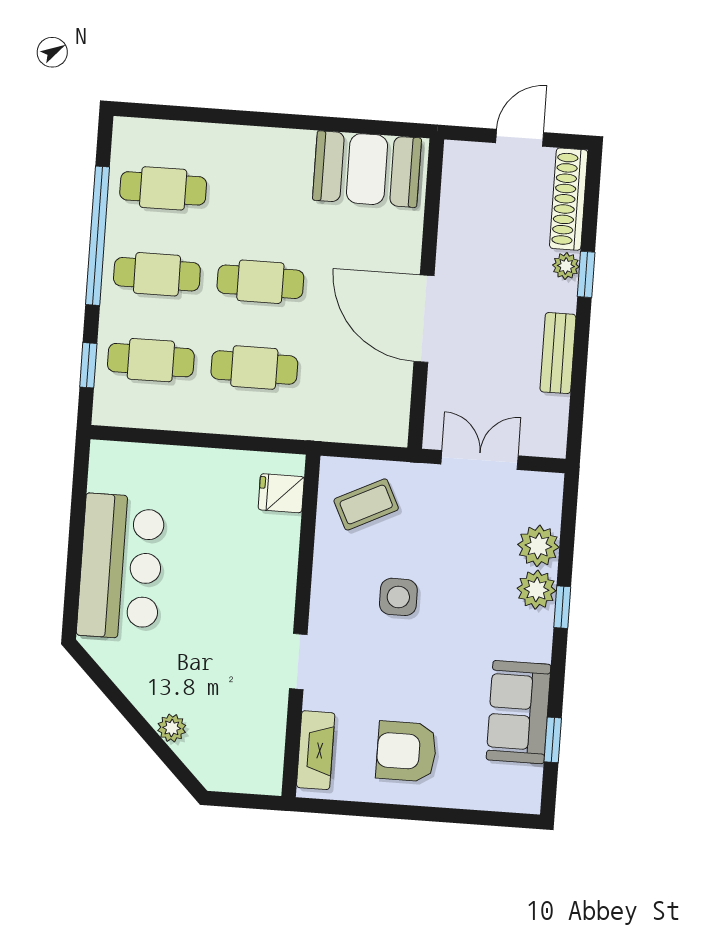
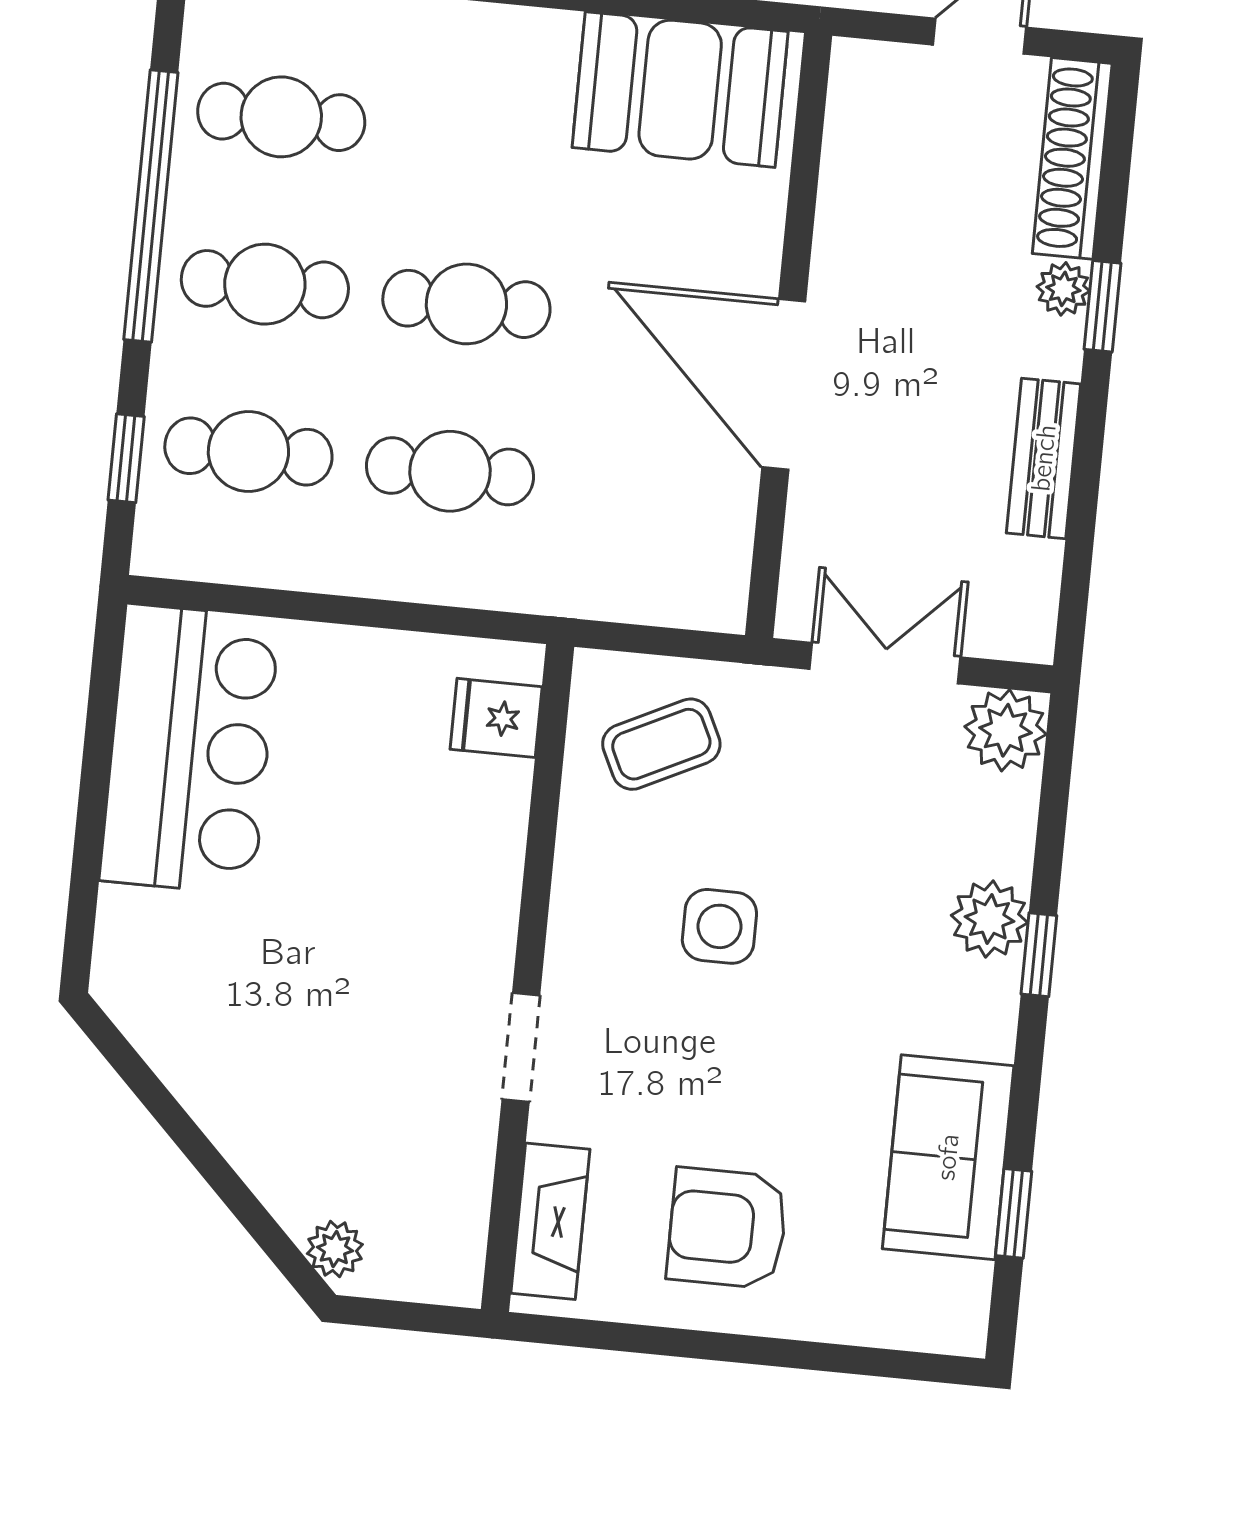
plant: (538, 546) -> (1006, 730), moved
bar counter: (121, 567) -> (190, 749), moved
plant: (172, 728) -> (335, 1249), moved

